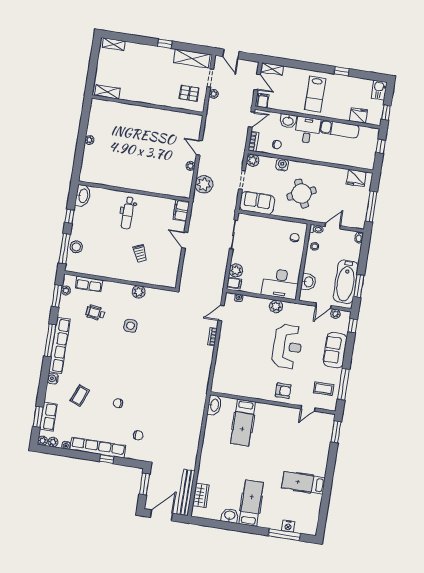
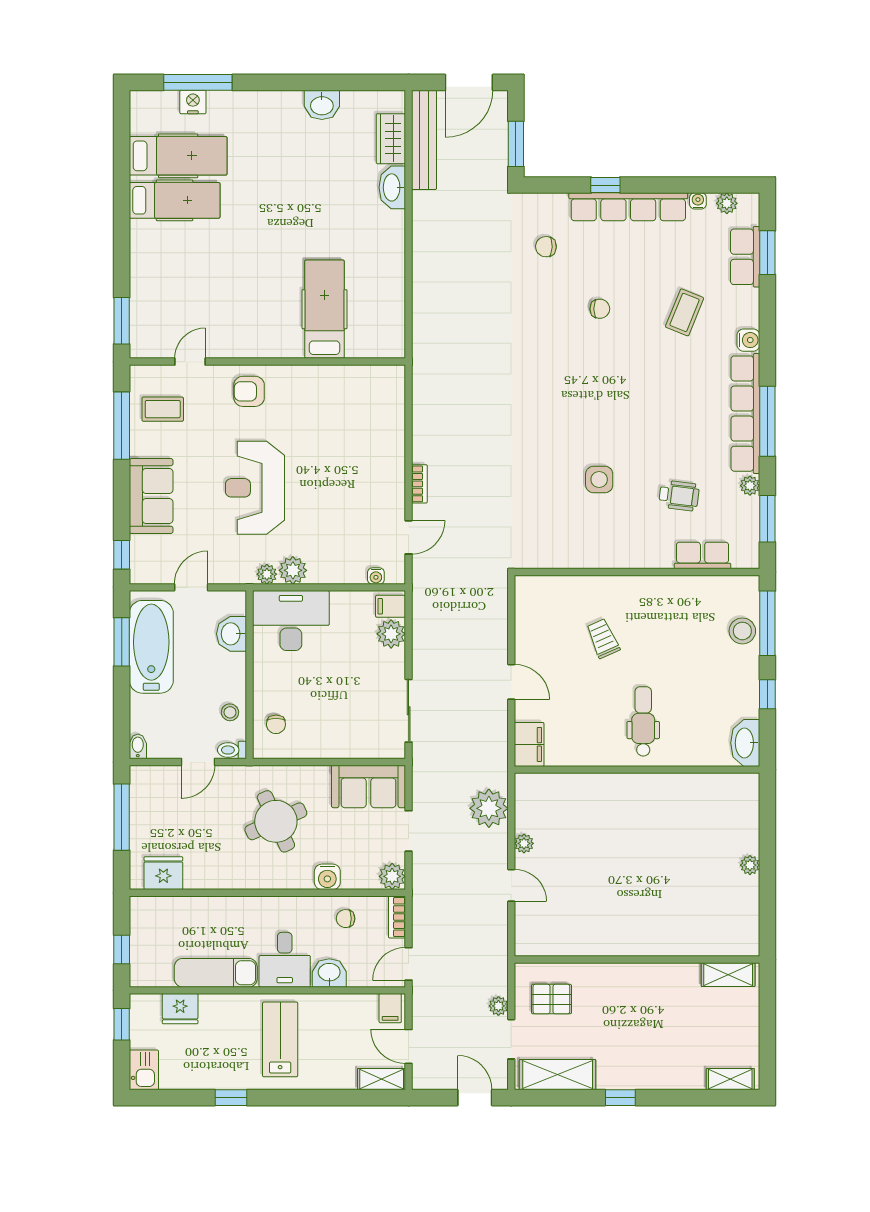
plant: (66, 291) -> (750, 486), moved
plant: (139, 292) -> (593, 555), removed
plant: (335, 314) -> (267, 574), moved
washbasin: (214, 405) -> (392, 187), moved
plant: (43, 441) -> (750, 203), removed
hospital bed: (251, 503) -> (178, 156), moved, turned -90

